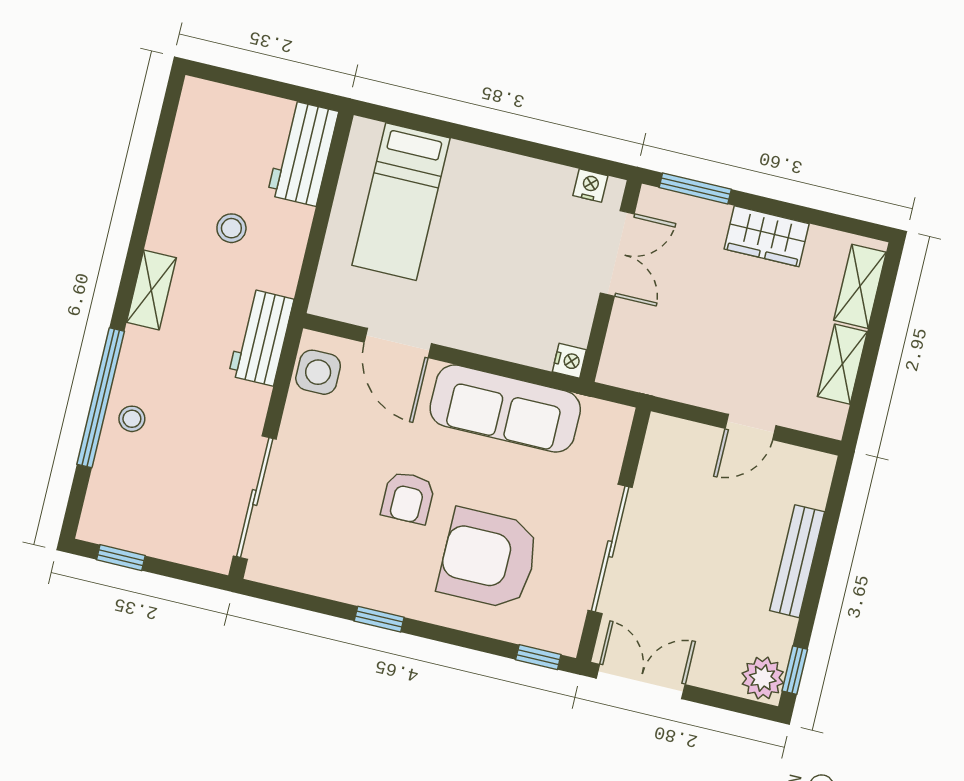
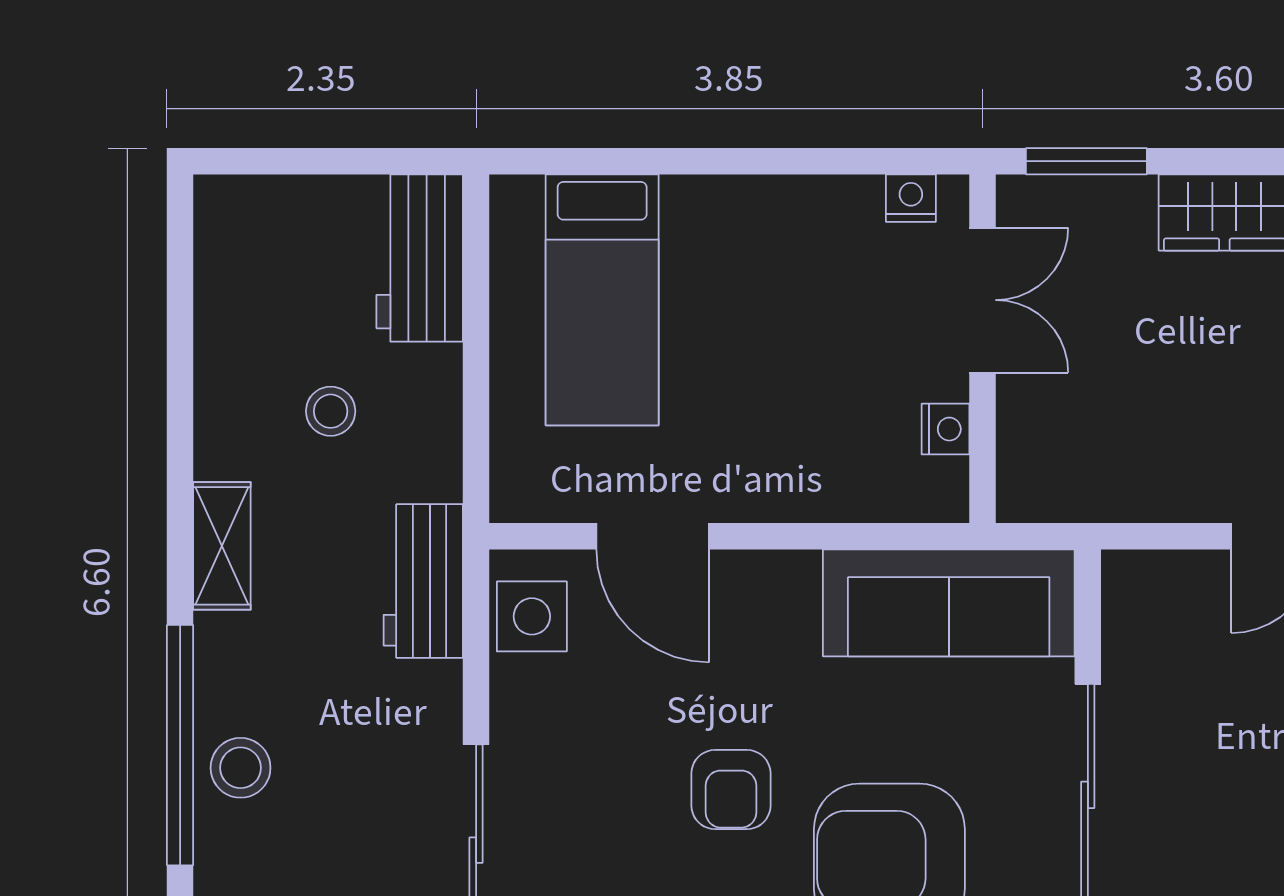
nightstand: (569, 361) -> (945, 429), moved
sofa: (505, 409) -> (949, 603), moved
stool: (132, 419) -> (241, 768), width x1.37, depth x1.37

